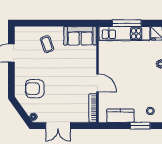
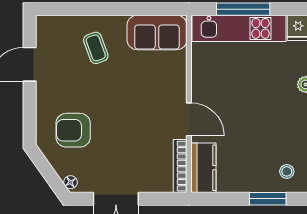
kitchen counter: (120, 116) -> (203, 168), moved, turned 90

